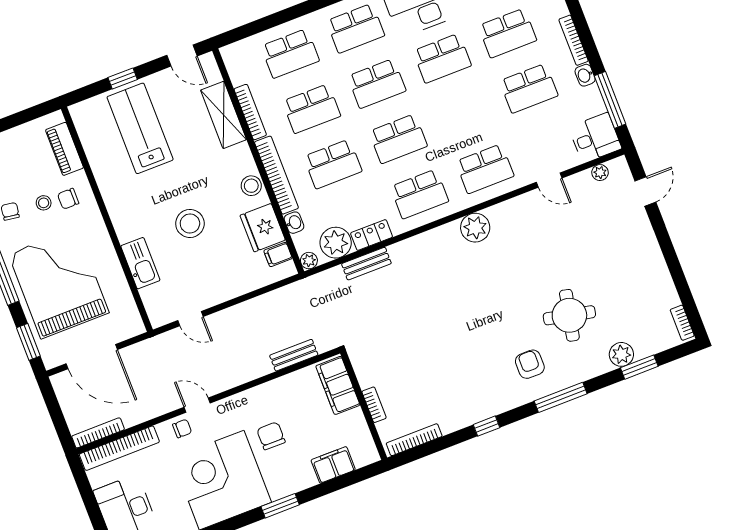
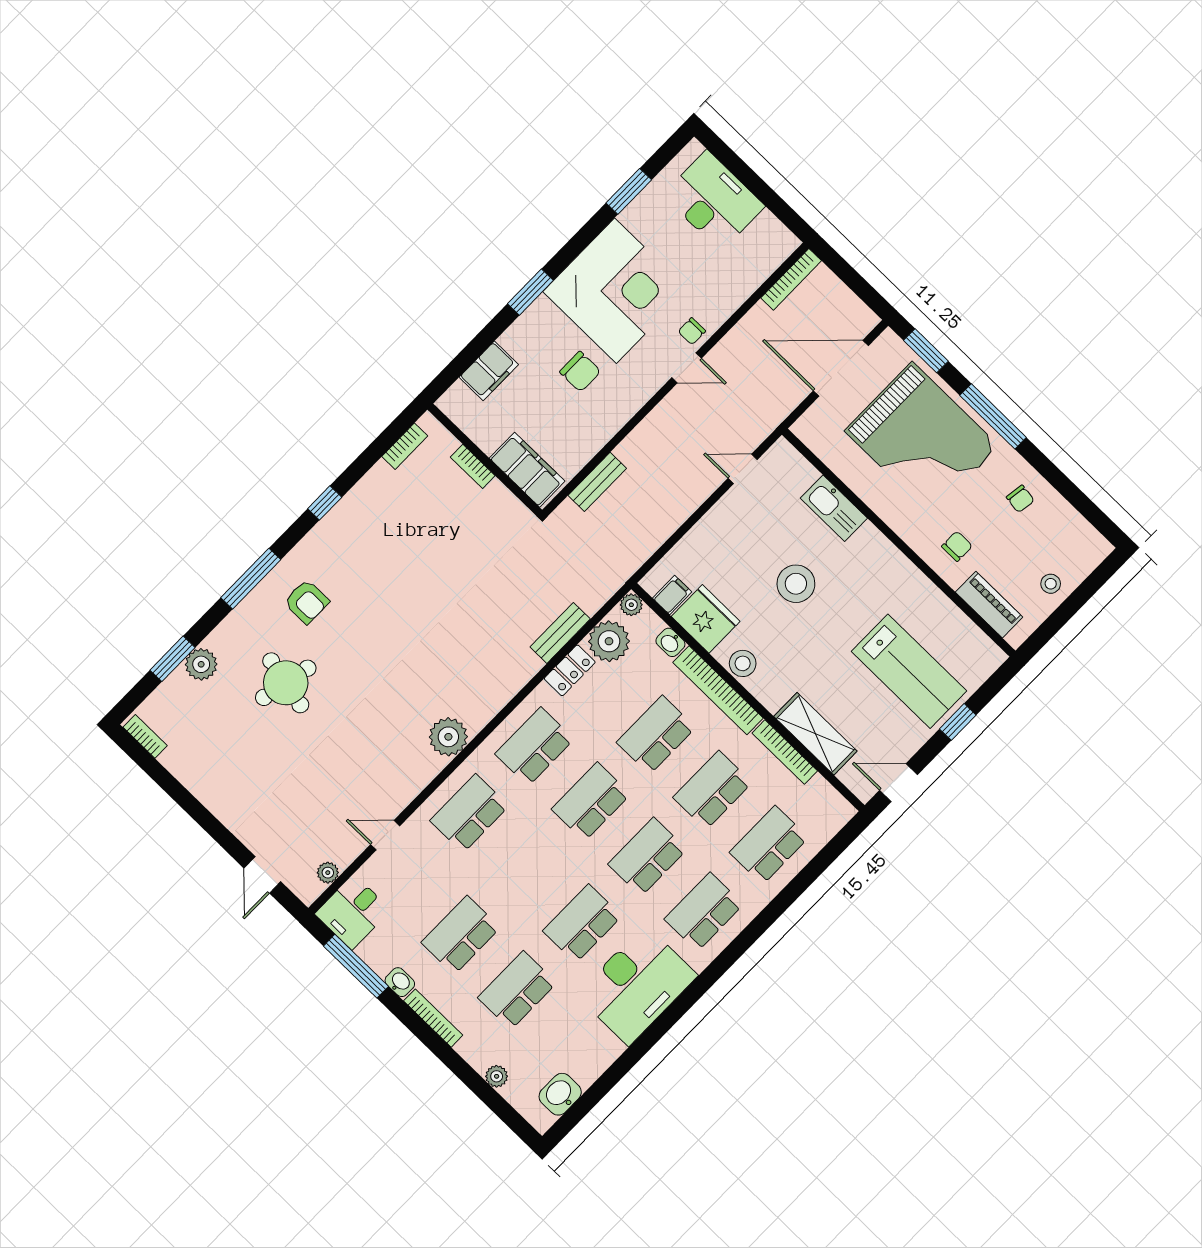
stool: (44, 203) -> (1051, 584), moved
bookcase: (414, 440) -> (405, 446), width x0.64
bookcase: (119, 448) -> (757, 273), removed

